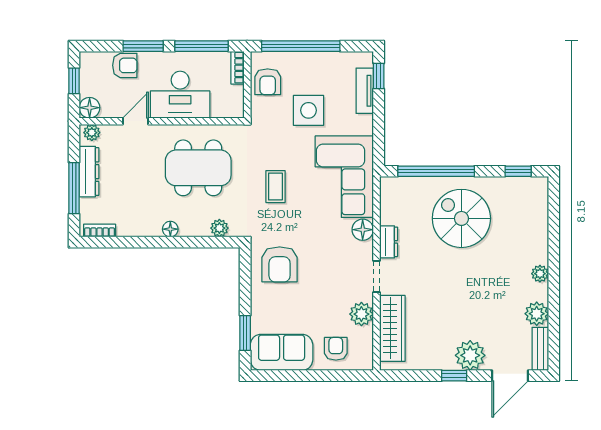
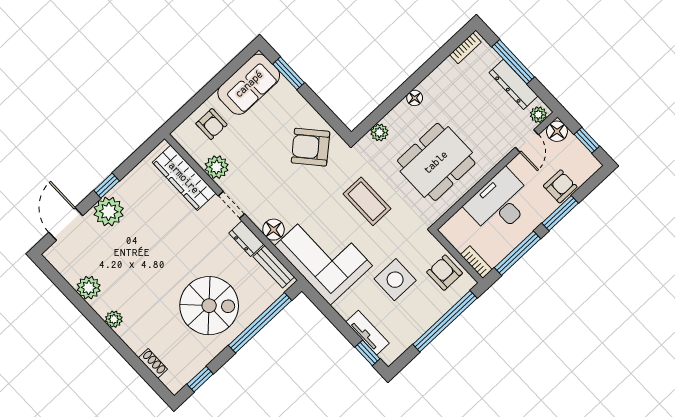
armchair: (125, 65) -> (560, 186), turned 180
door: (136, 121) -> (527, 141), moved
coffee table: (275, 187) -> (367, 201), width x1.36, depth x1.30
shoe rack: (542, 215) -> (153, 363), added
armchair: (280, 264) -> (311, 147), turned -41
bench: (540, 349) -> (274, 267), moved

